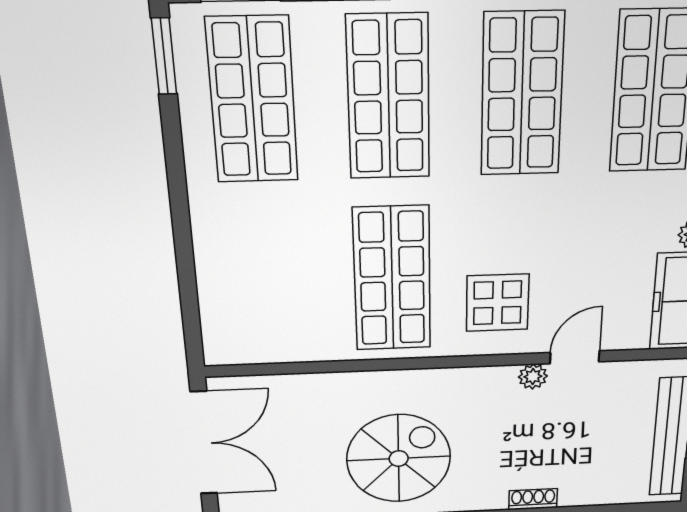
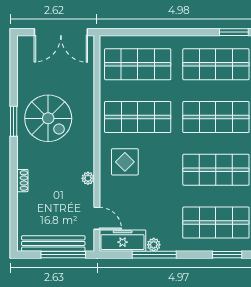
shop shelf: (266, 283) -> (138, 64), added
door: (575, 357) -> (97, 218), moved

